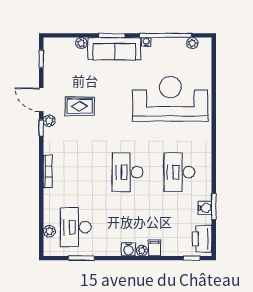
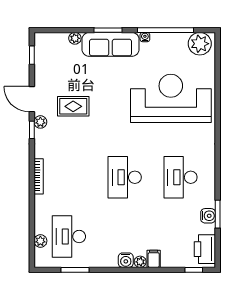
plant: (192, 43) -> (200, 44), width x1.88, depth x1.88

